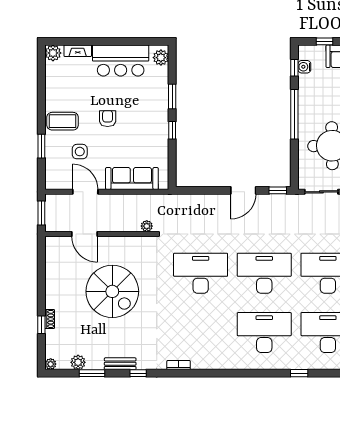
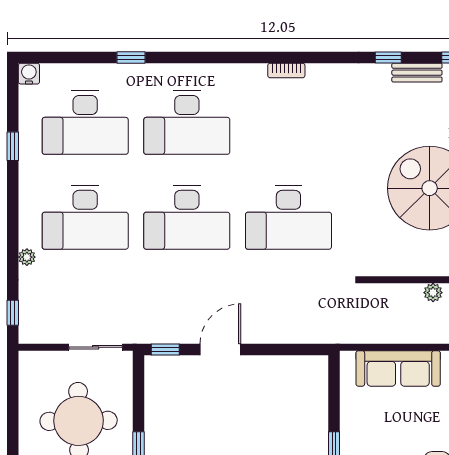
plant: (147, 226) -> (433, 293), moved
bookcase: (179, 365) -> (286, 70), moved

